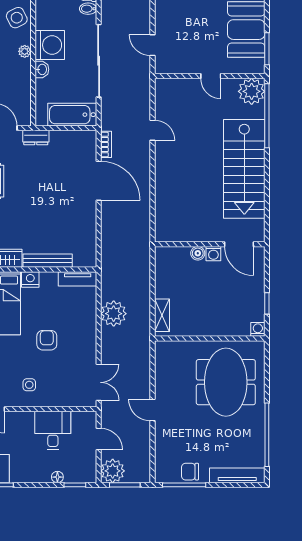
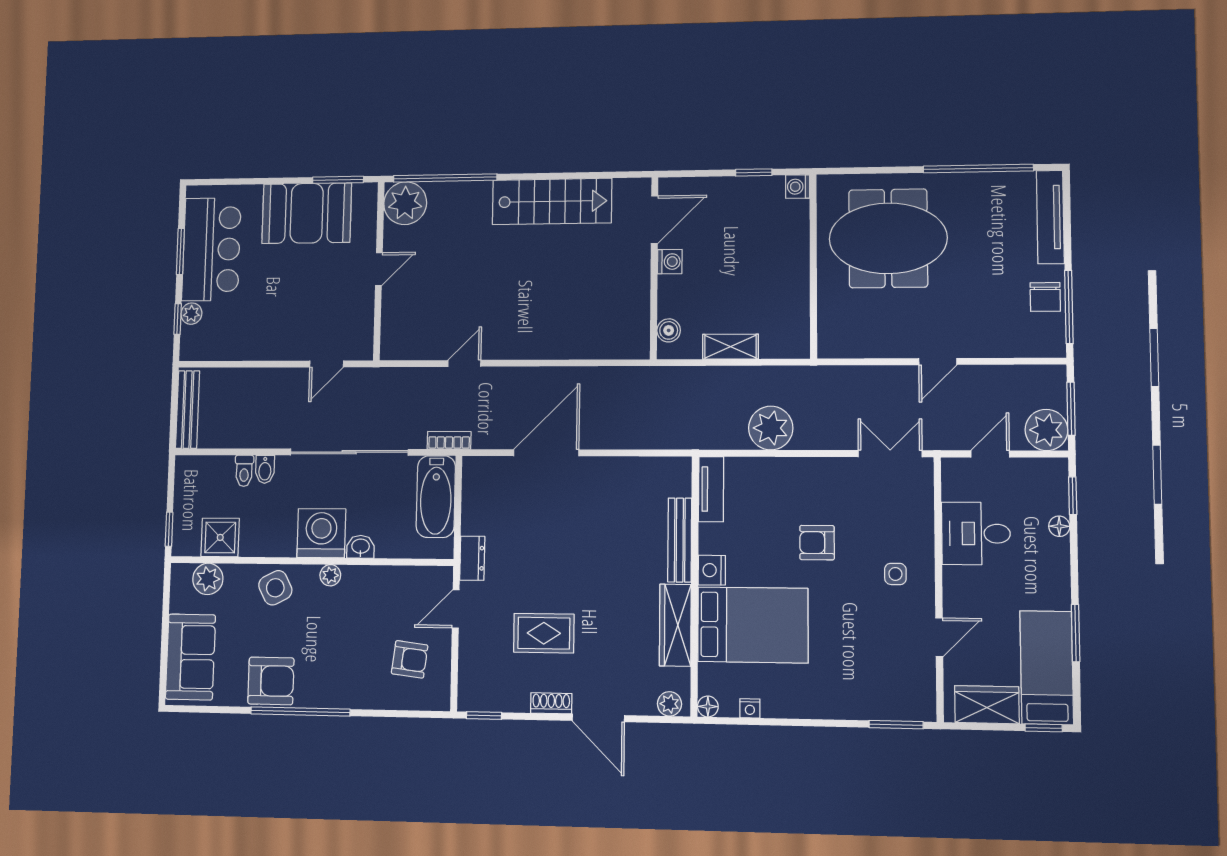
bookcase: (106, 144) -> (449, 440), moved
stairs: (244, 169) -> (552, 201), width x0.73, depth x0.66
boiler: (198, 253) -> (669, 330), moved
shelving: (162, 315) -> (730, 347), moved

